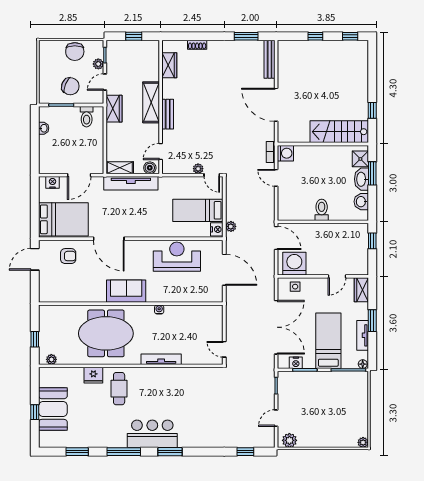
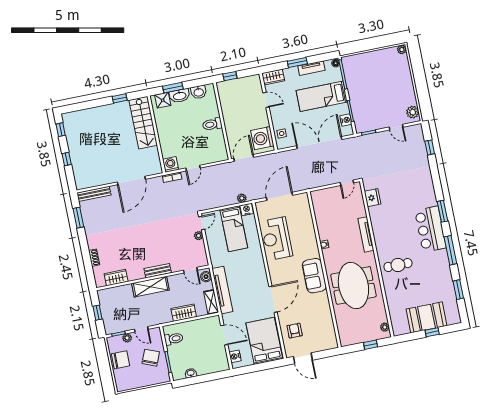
wardrobe: (114, 109) -> (184, 313), moved
fridge: (93, 375) -> (373, 198), moved

